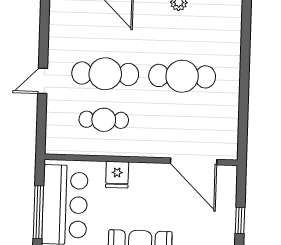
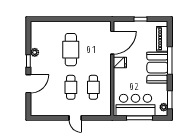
cafe table: (105, 74) -> (71, 87), width x0.73, depth x0.74
fridge: (117, 175) -> (120, 63), moved

